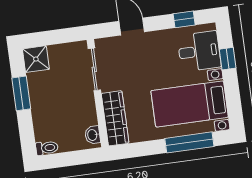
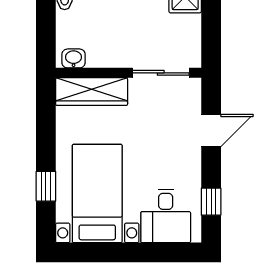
window: (228, 59) -> (151, 252), removed
window: (189, 142) -> (46, 186), width x0.46

